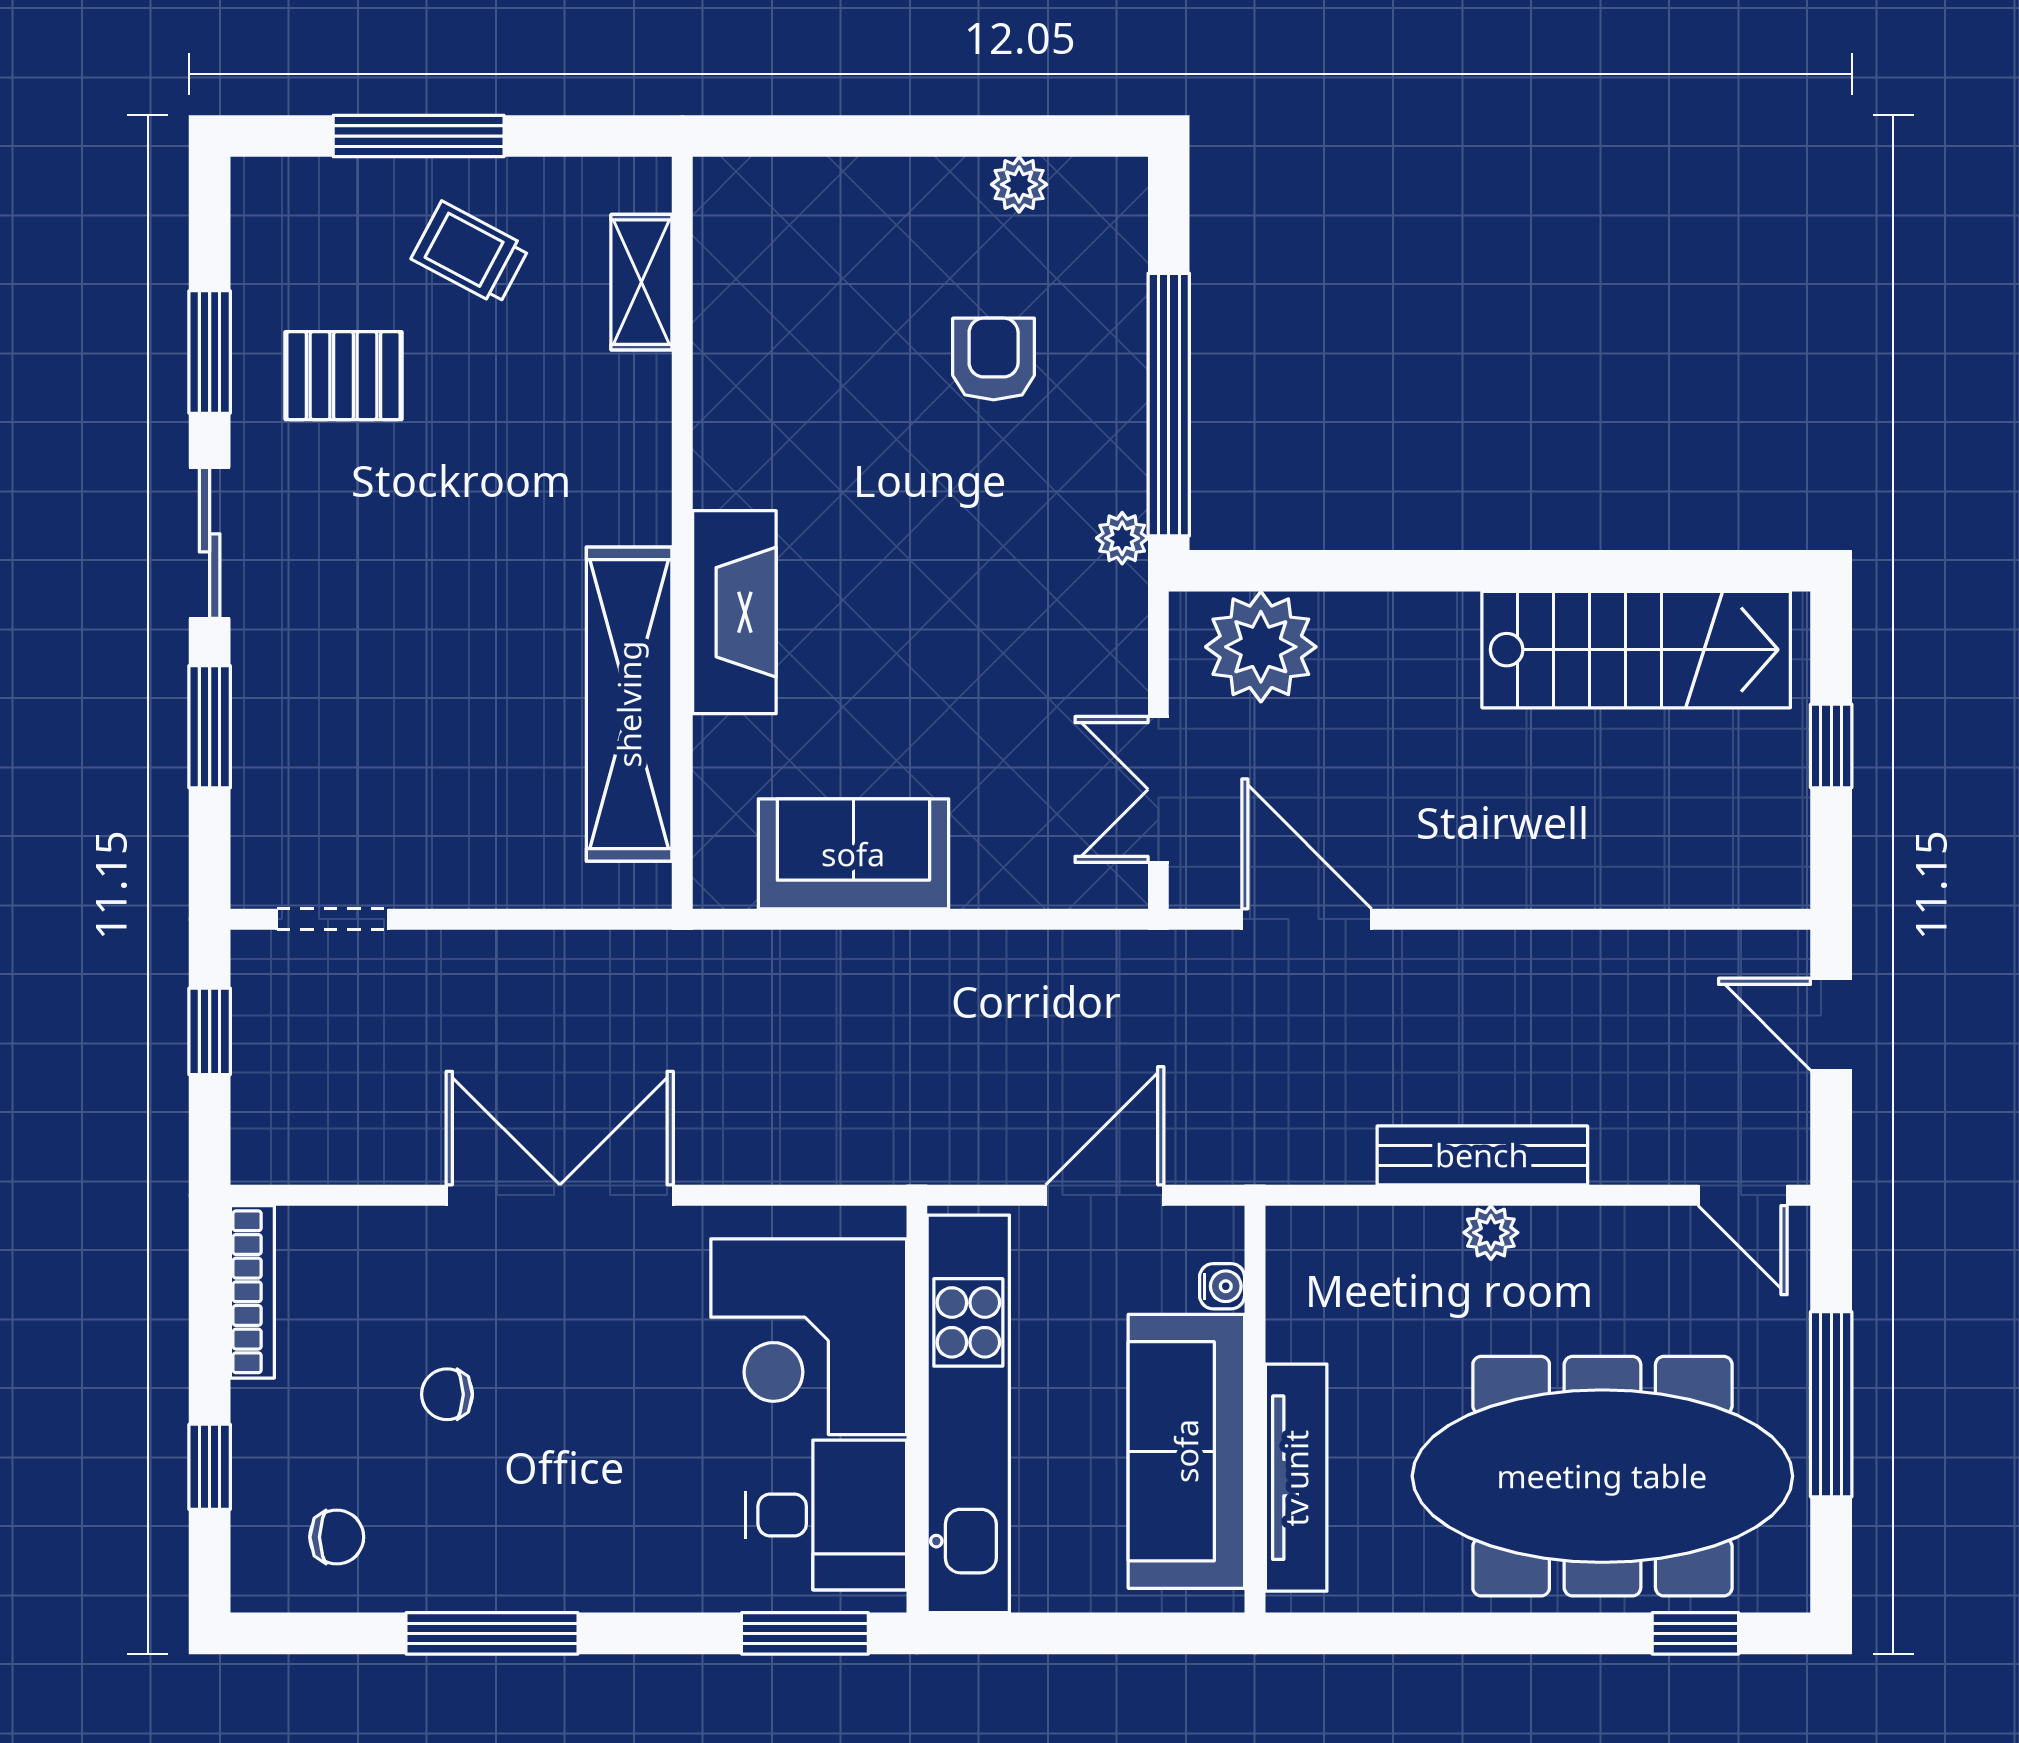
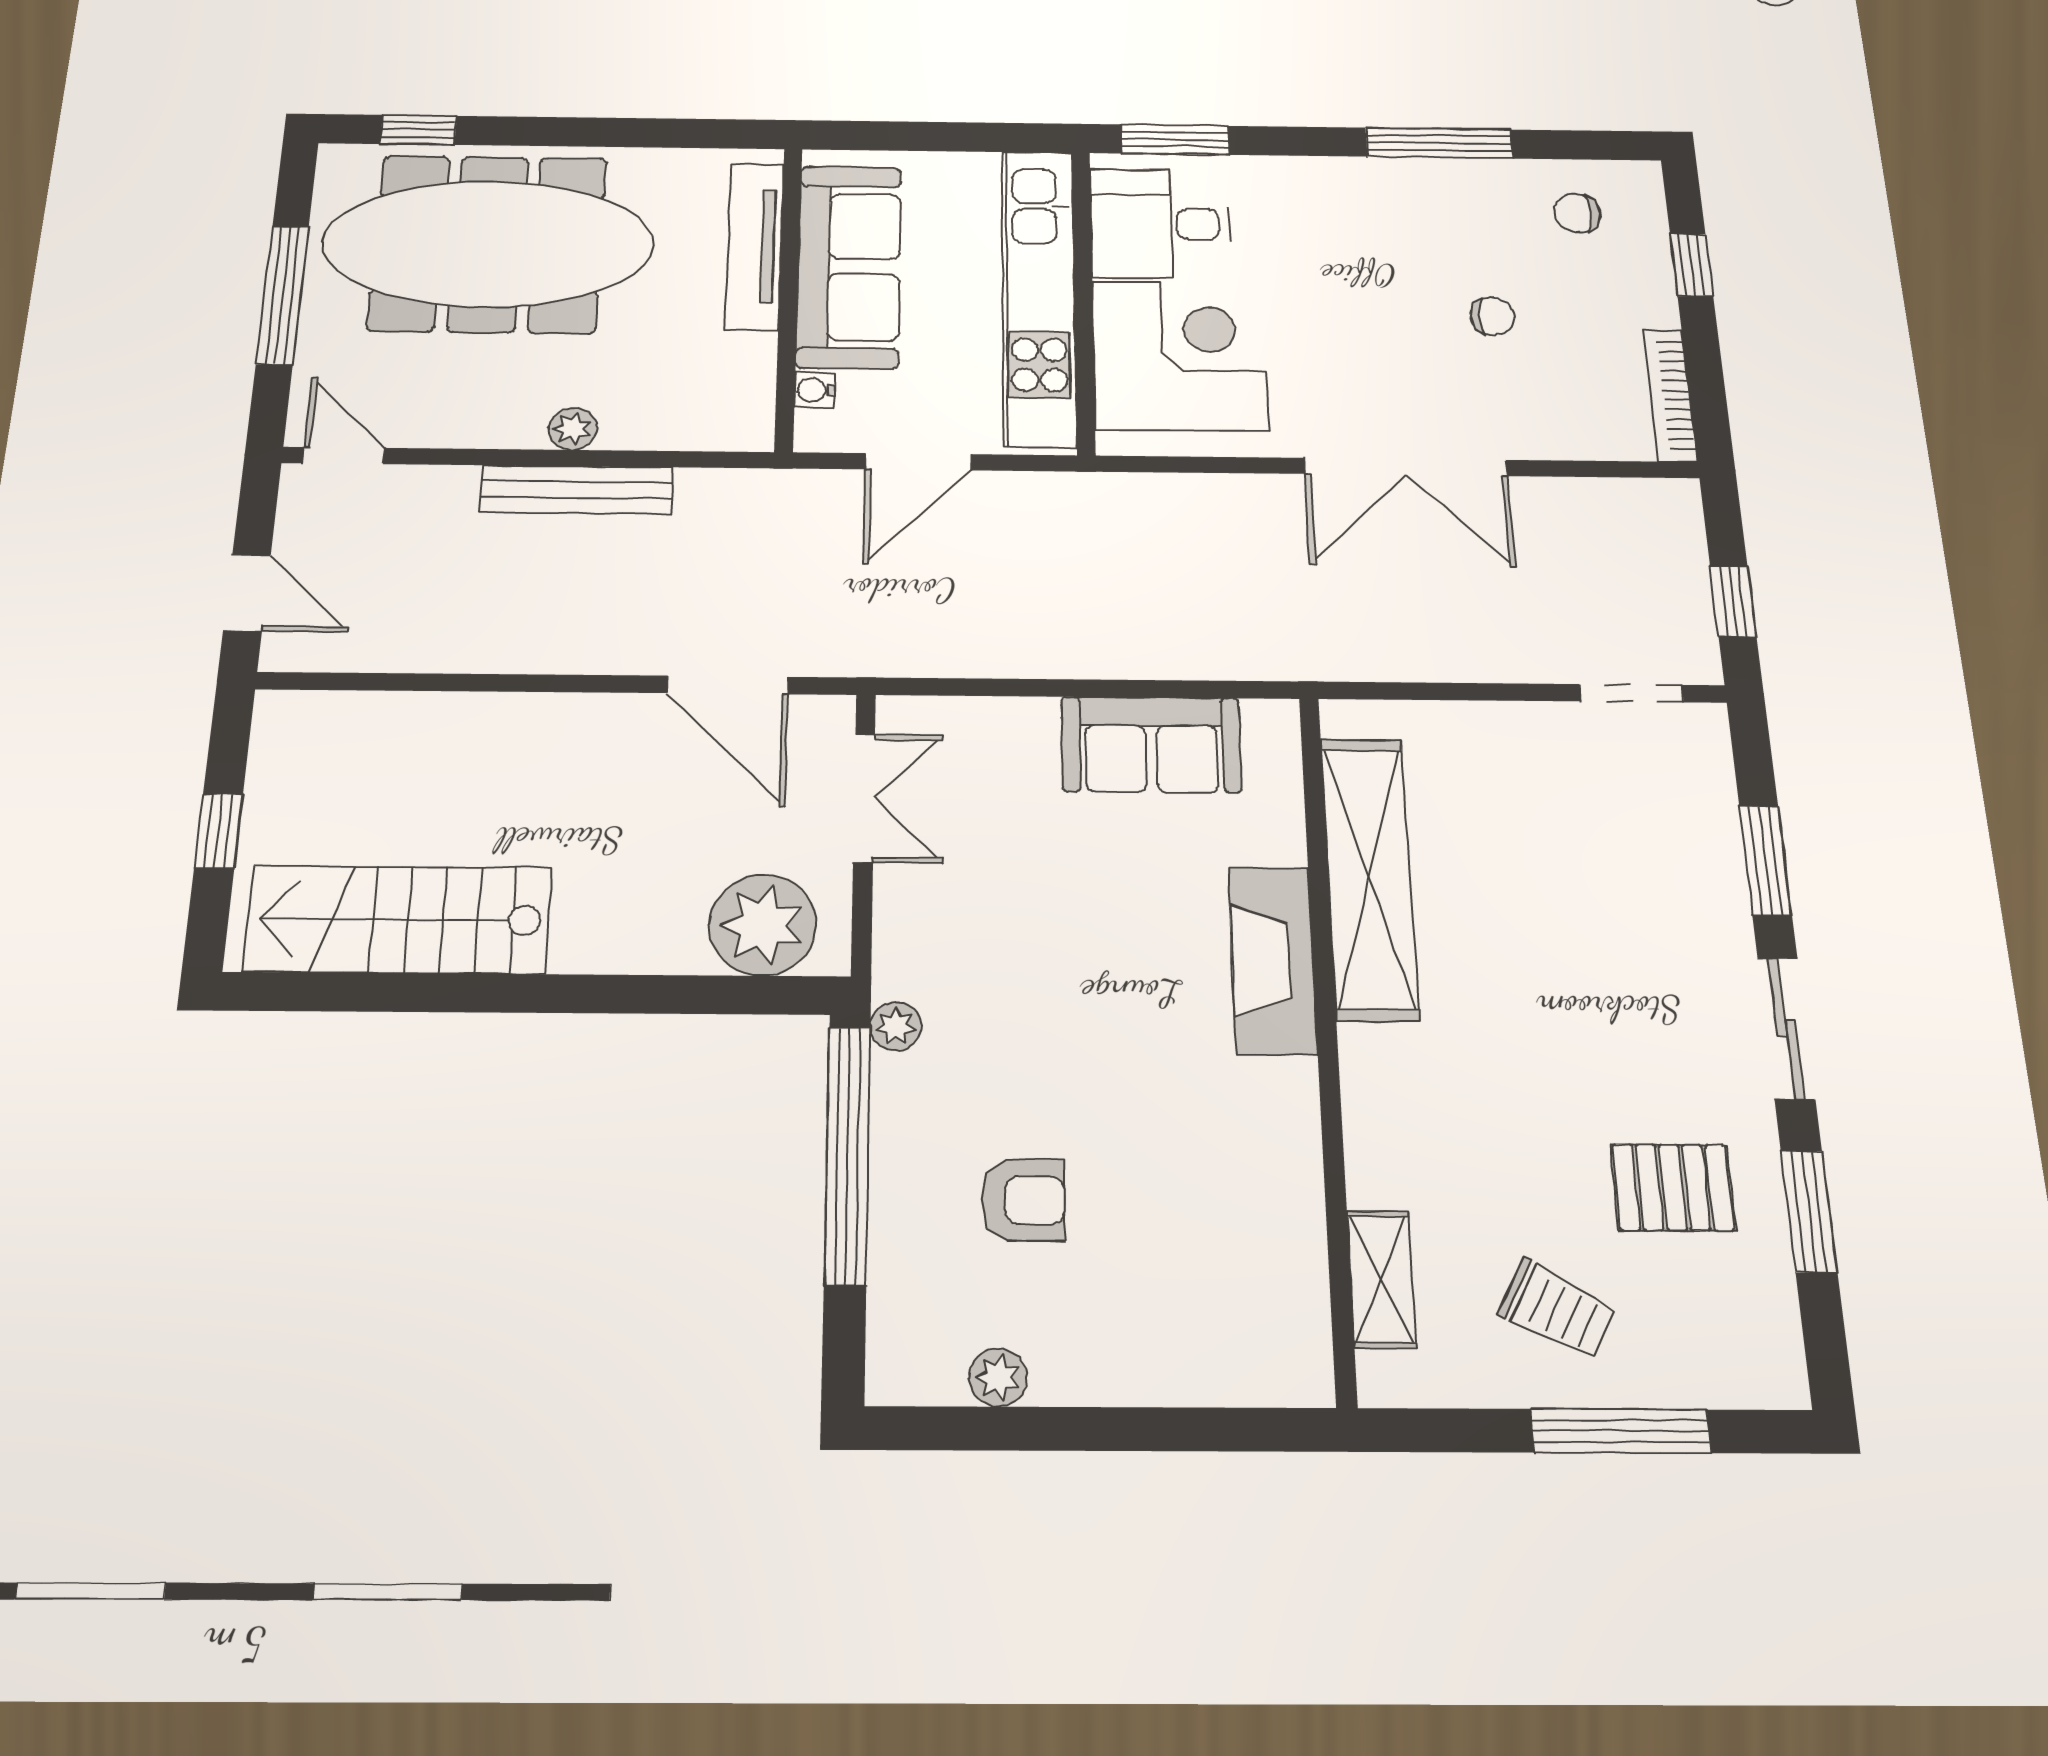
armchair: (994, 359) -> (1023, 1200), turned -90

